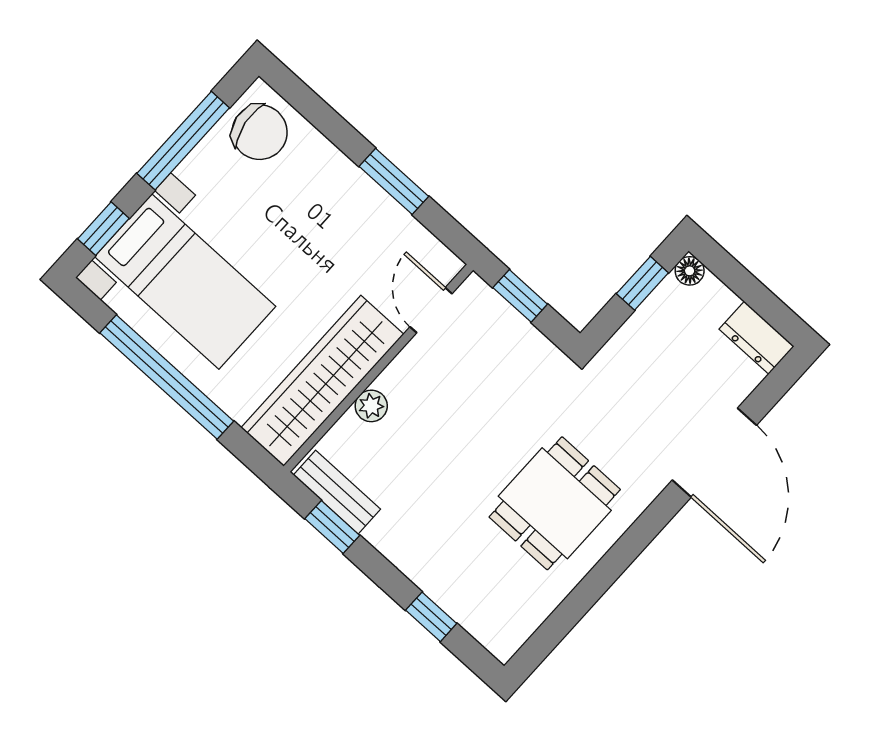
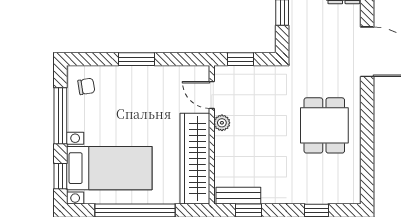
chair: (260, 132) -> (86, 86), width x0.54, depth x0.54
window: (394, 181) -> (136, 59), moved
plant: (371, 406) -> (222, 123), moved

